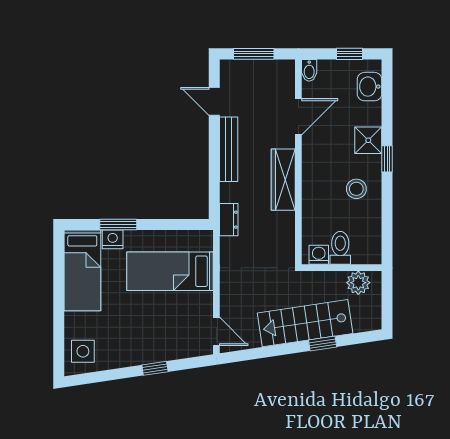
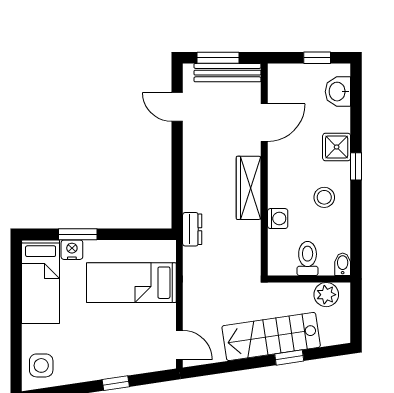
bidet: (309, 70) -> (343, 264), moved, turned 180
bench: (229, 149) -> (228, 73), moved, turned 90
washing machine: (319, 255) -> (278, 219), moved, turned 90

